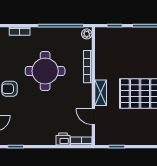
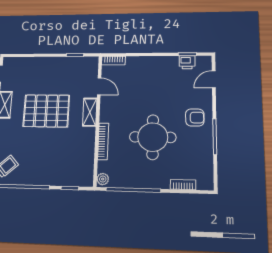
printer: (63, 139) -> (187, 62), moved

